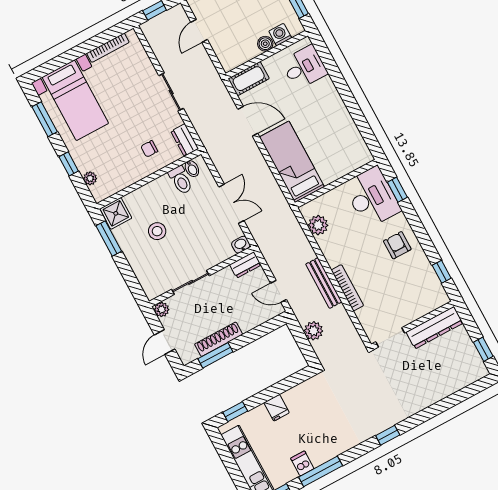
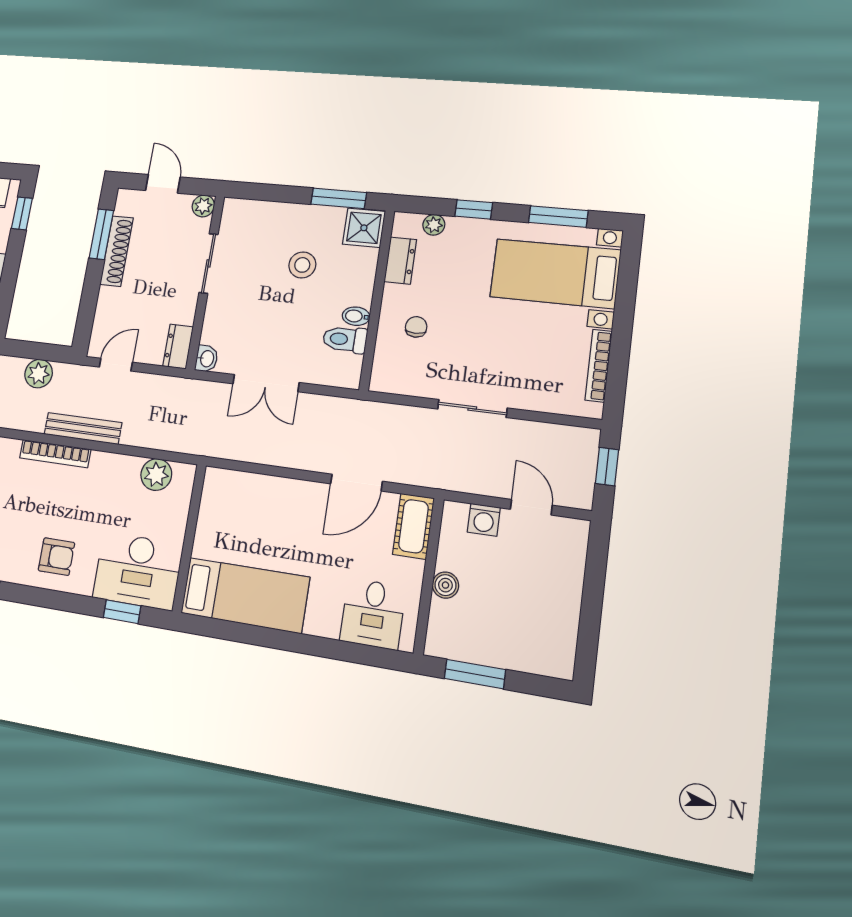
washing machine: (280, 35) -> (484, 520), moved, turned 90
dresser: (185, 140) -> (400, 261), moved, turned 90
bed: (292, 162) -> (245, 595), moved
bidet: (192, 169) -> (356, 316), moved

